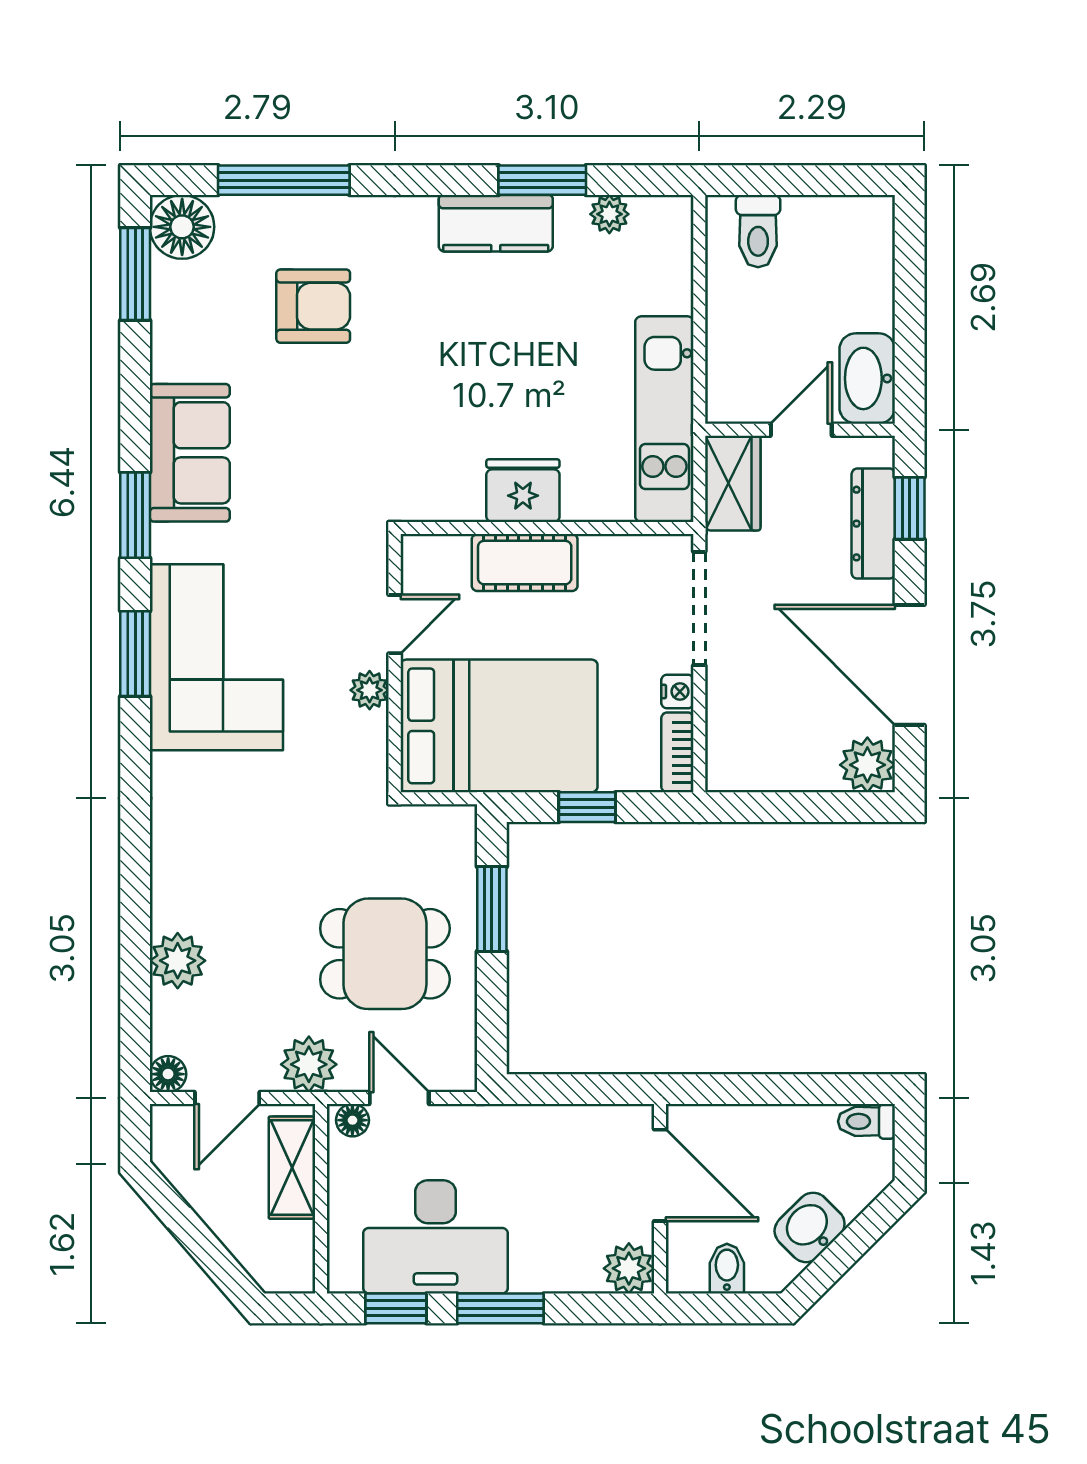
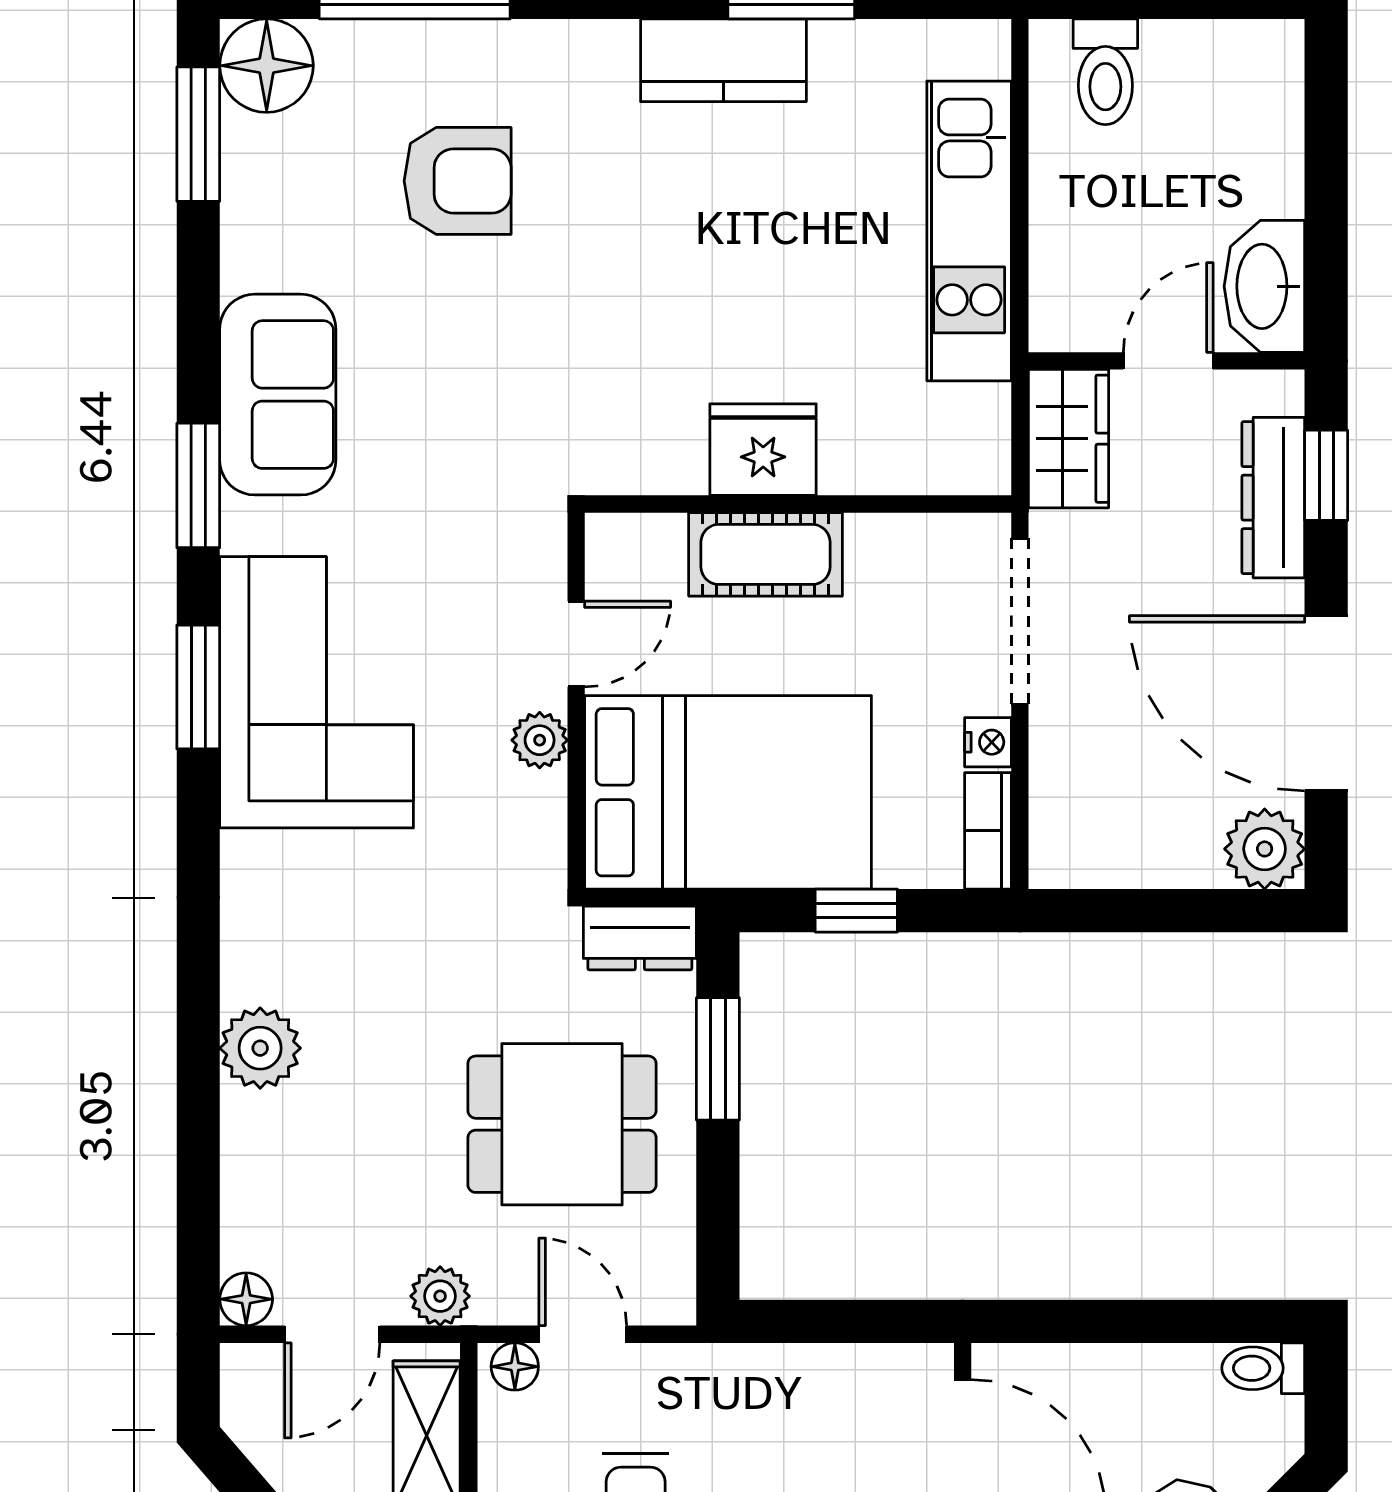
plant: (609, 214) -> (889, 47), removed
kitchen unit: (664, 419) -> (969, 231), moved
dresser: (438, 826) -> (640, 938), added
plant: (178, 961) -> (260, 1048), moved
plant: (309, 1064) -> (440, 1296), width x0.73, depth x0.73

